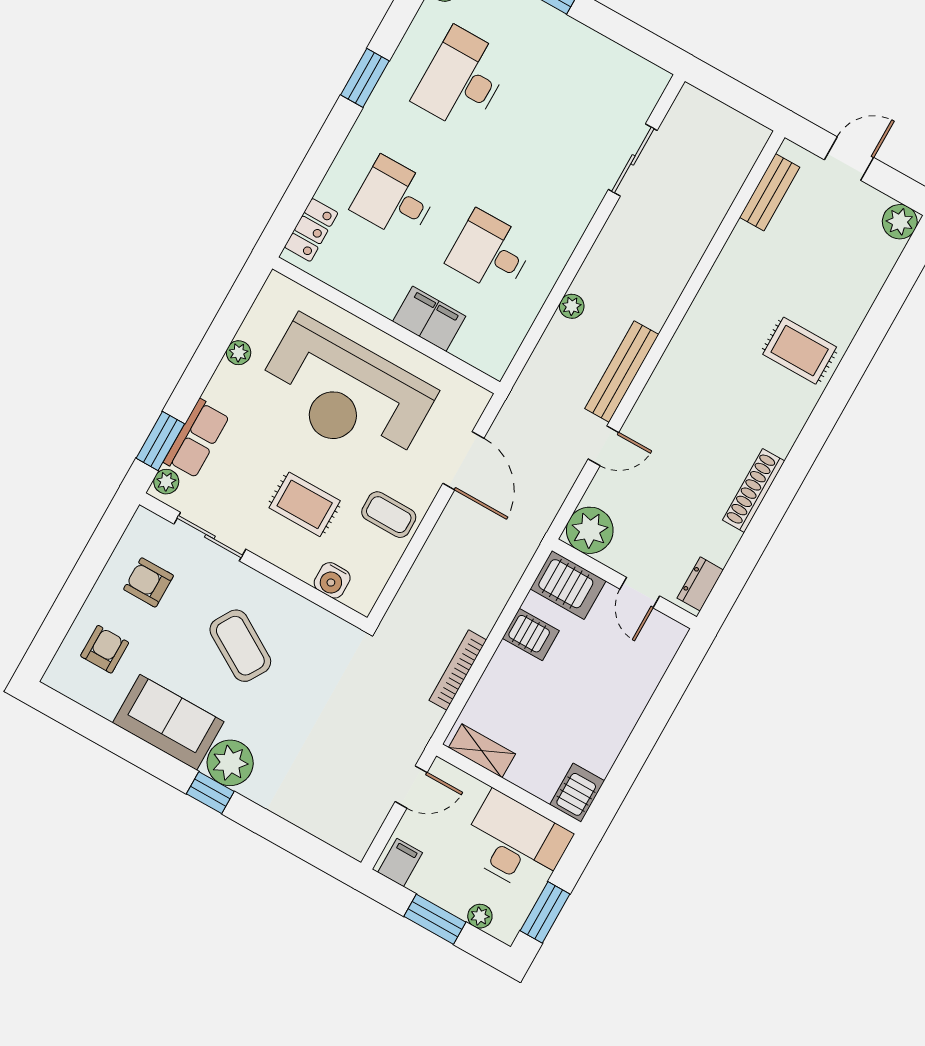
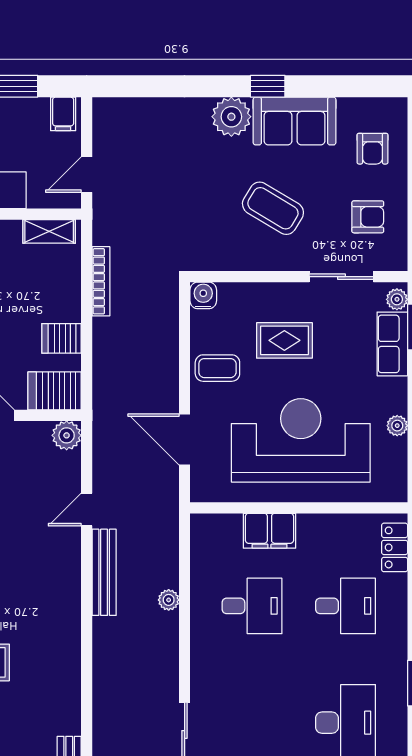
plant: (590, 530) -> (67, 435), width x0.73, depth x0.73
water cooler: (332, 580) -> (203, 295), moved
window: (210, 793) -> (268, 86), moved

